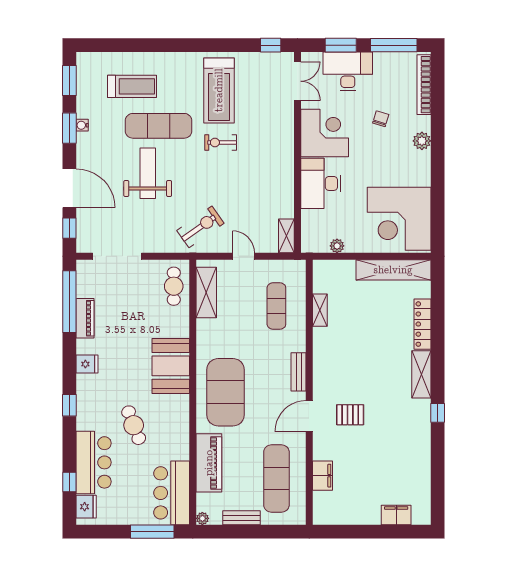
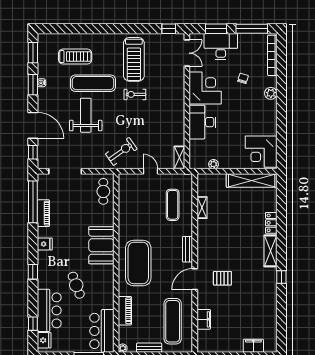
corner desk: (399, 219) -> (261, 152), width x0.74, depth x0.74
shelving: (206, 293) -> (125, 196), removed
locker: (422, 324) -> (271, 223), width x0.66
piano: (209, 463) -> (125, 311), width x0.73, depth x0.75

